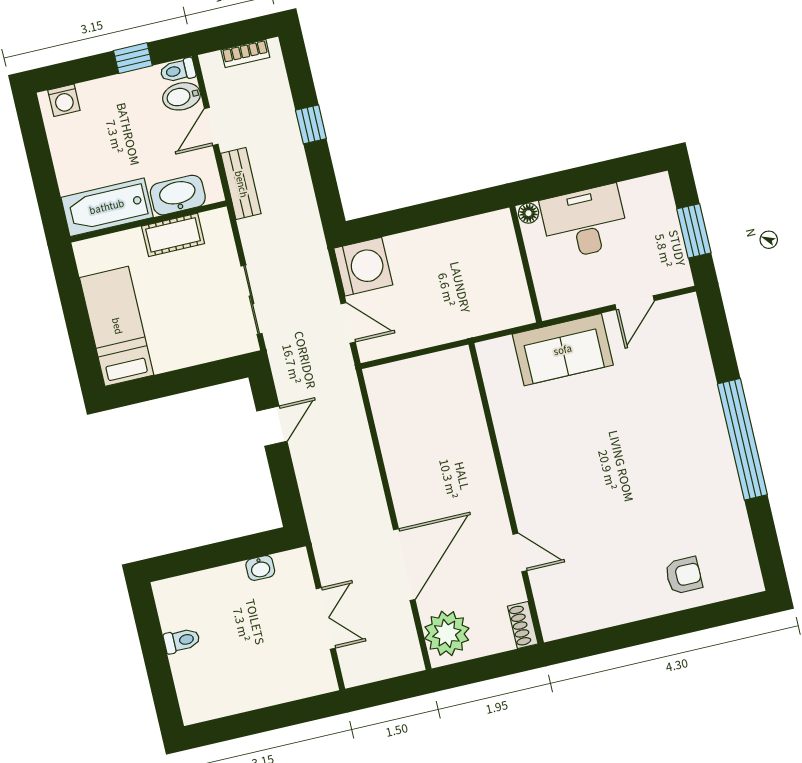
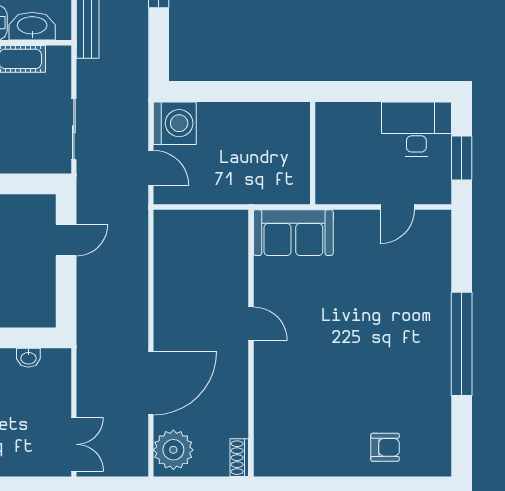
floor lamp: (529, 213) -> (325, 110), removed
desk: (585, 222) -> (416, 129), moved
sofa: (563, 350) -> (293, 233), moved
door: (520, 553) -> (251, 324), moved
double door: (326, 618) -> (74, 444), moved

